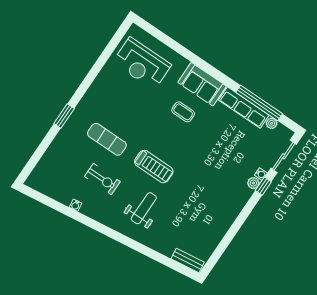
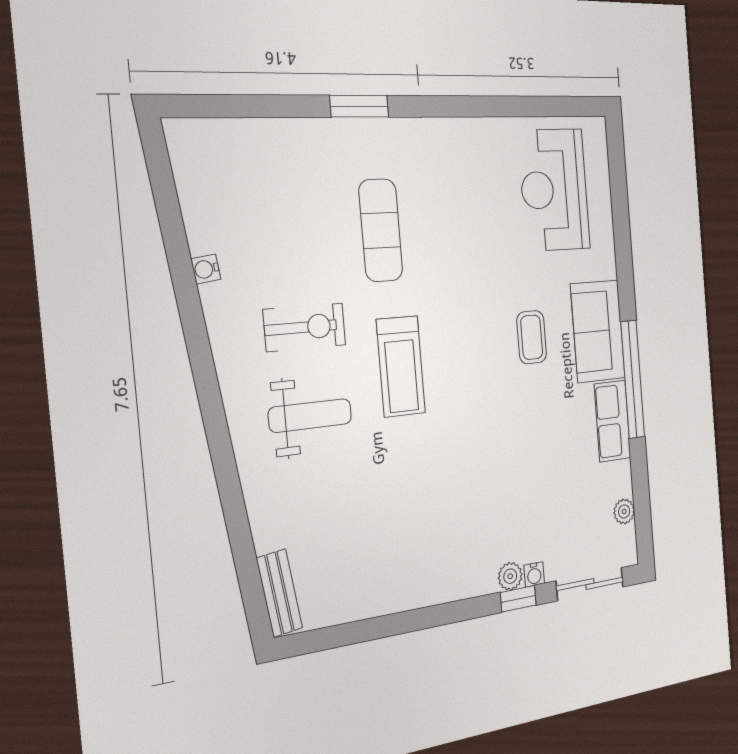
window: (259, 103) -> (633, 379), moved
row of seats: (244, 108) -> (612, 421), width x0.68
exercise bike: (102, 179) -> (305, 327), moved, turned -90

